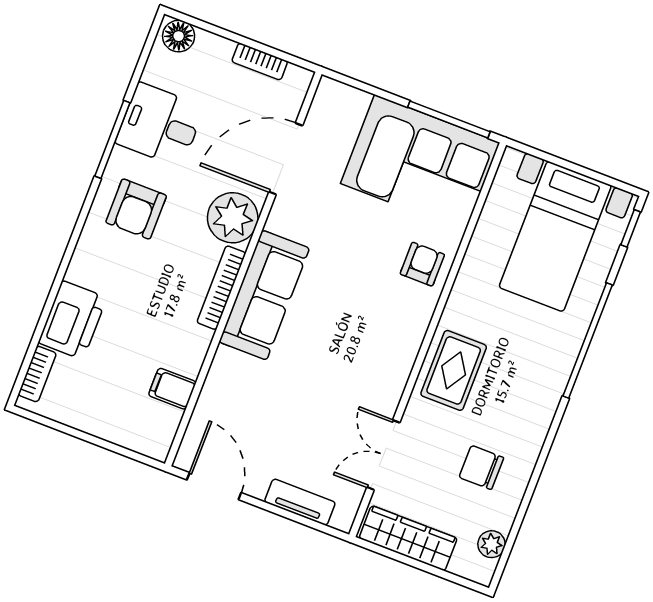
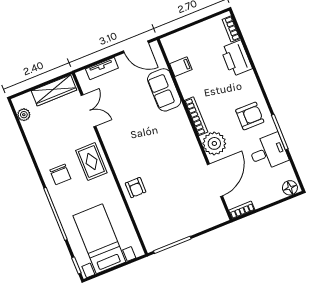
bookcase: (260, 61) -> (242, 210), moved
corner sofa: (420, 163) -> (168, 221), removed
armchair: (136, 209) -> (250, 116), turned 90
sofa: (264, 295) -> (164, 90), moved, width x0.73
chair: (481, 467) -> (60, 174), moved, turned 90

